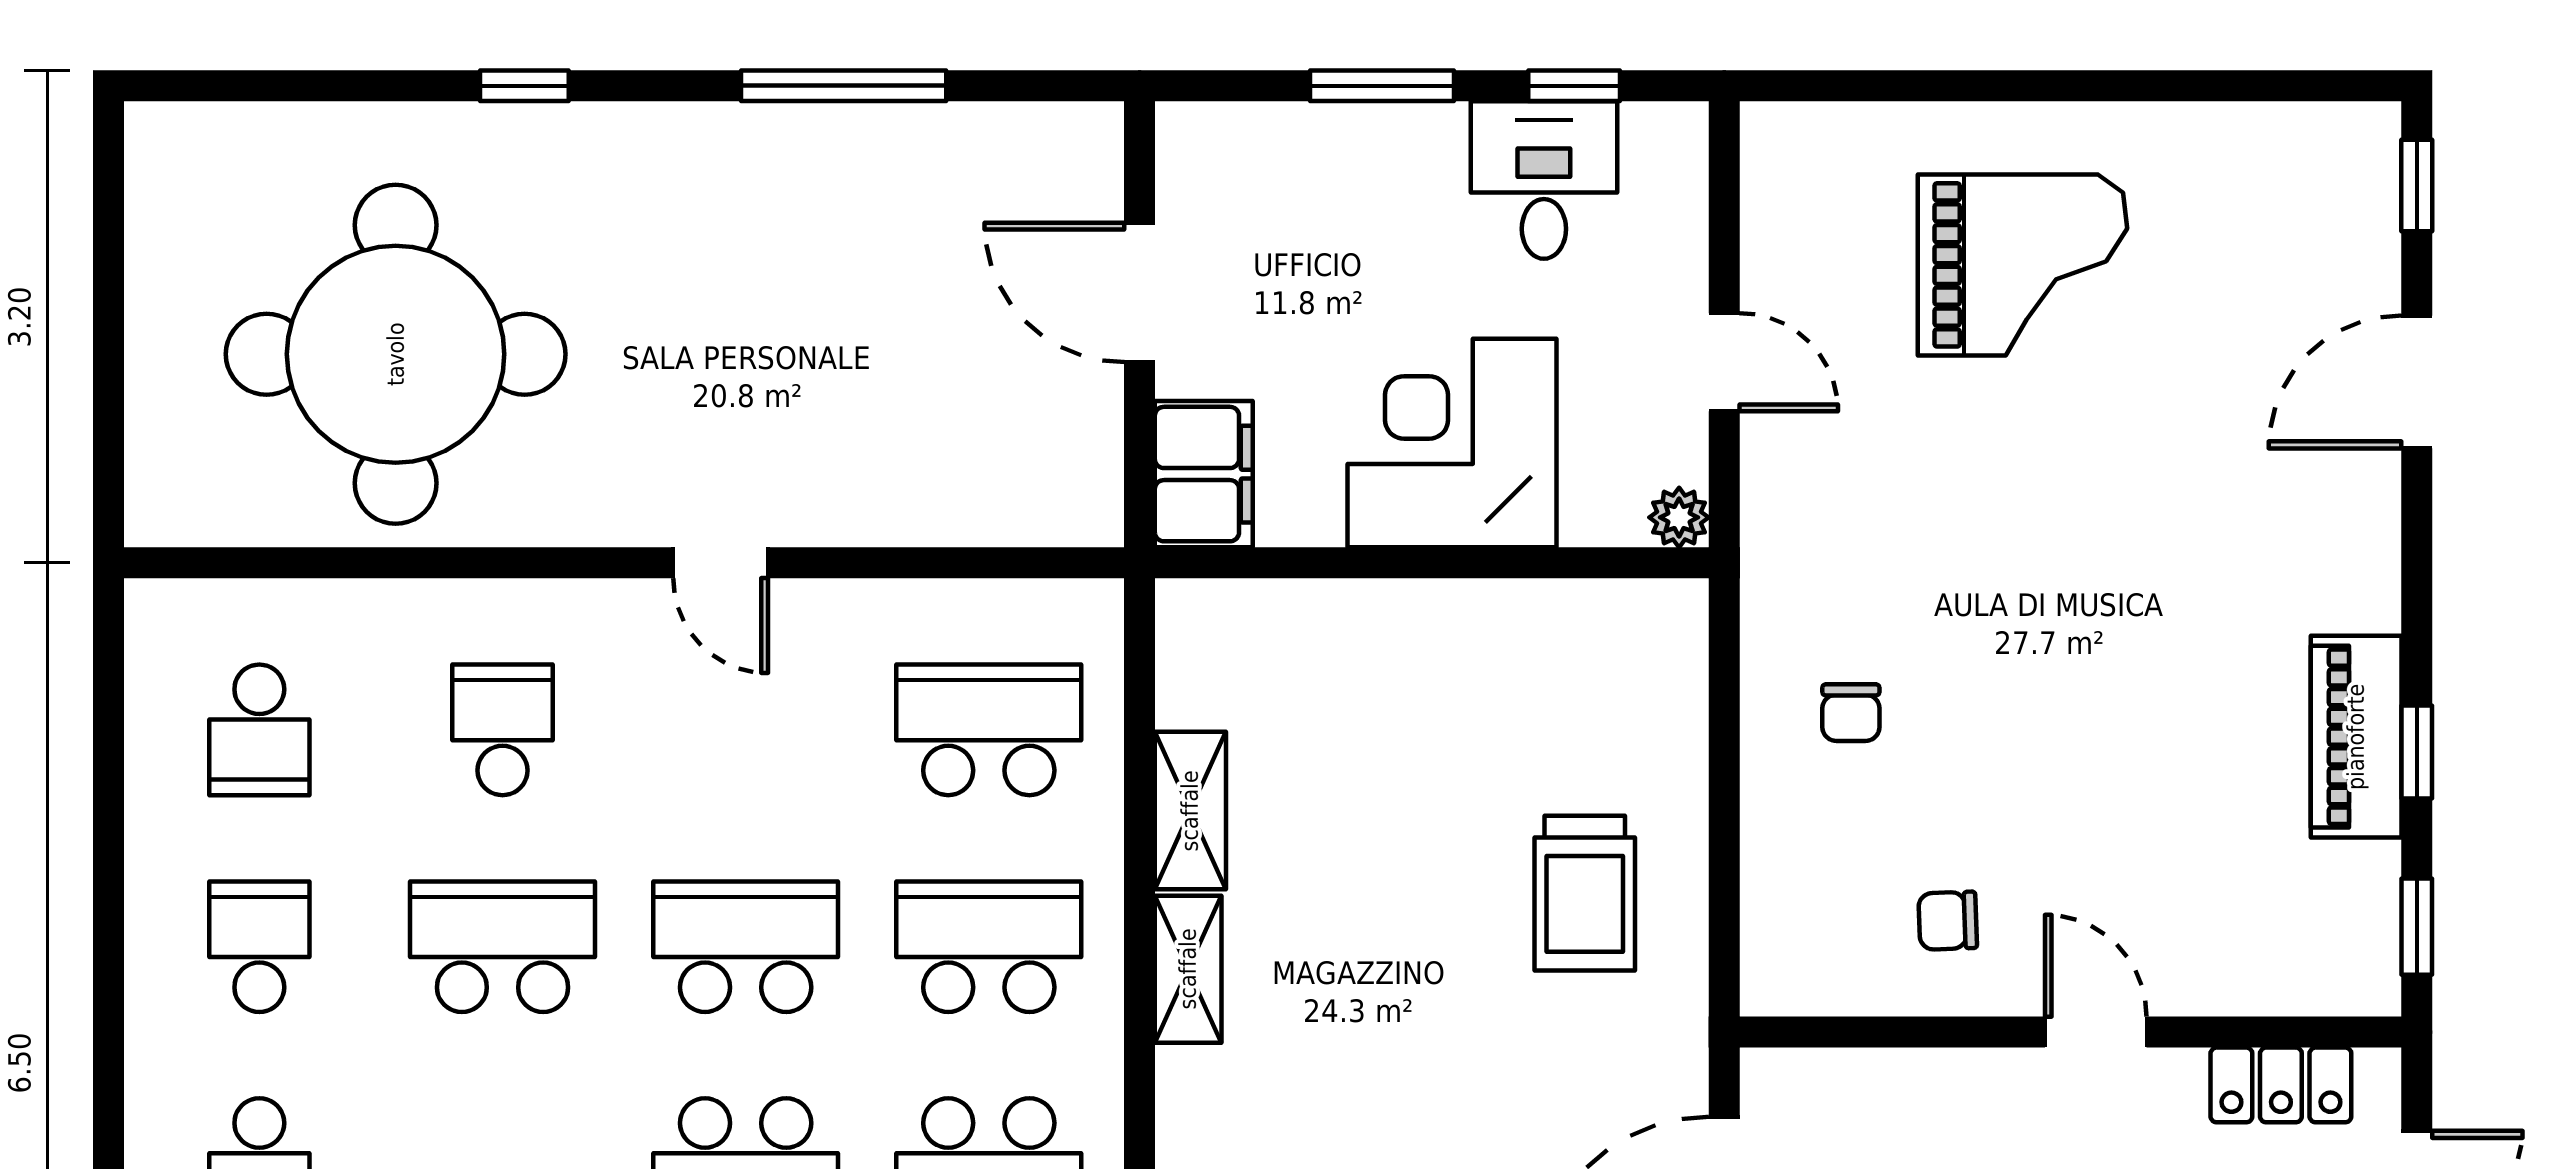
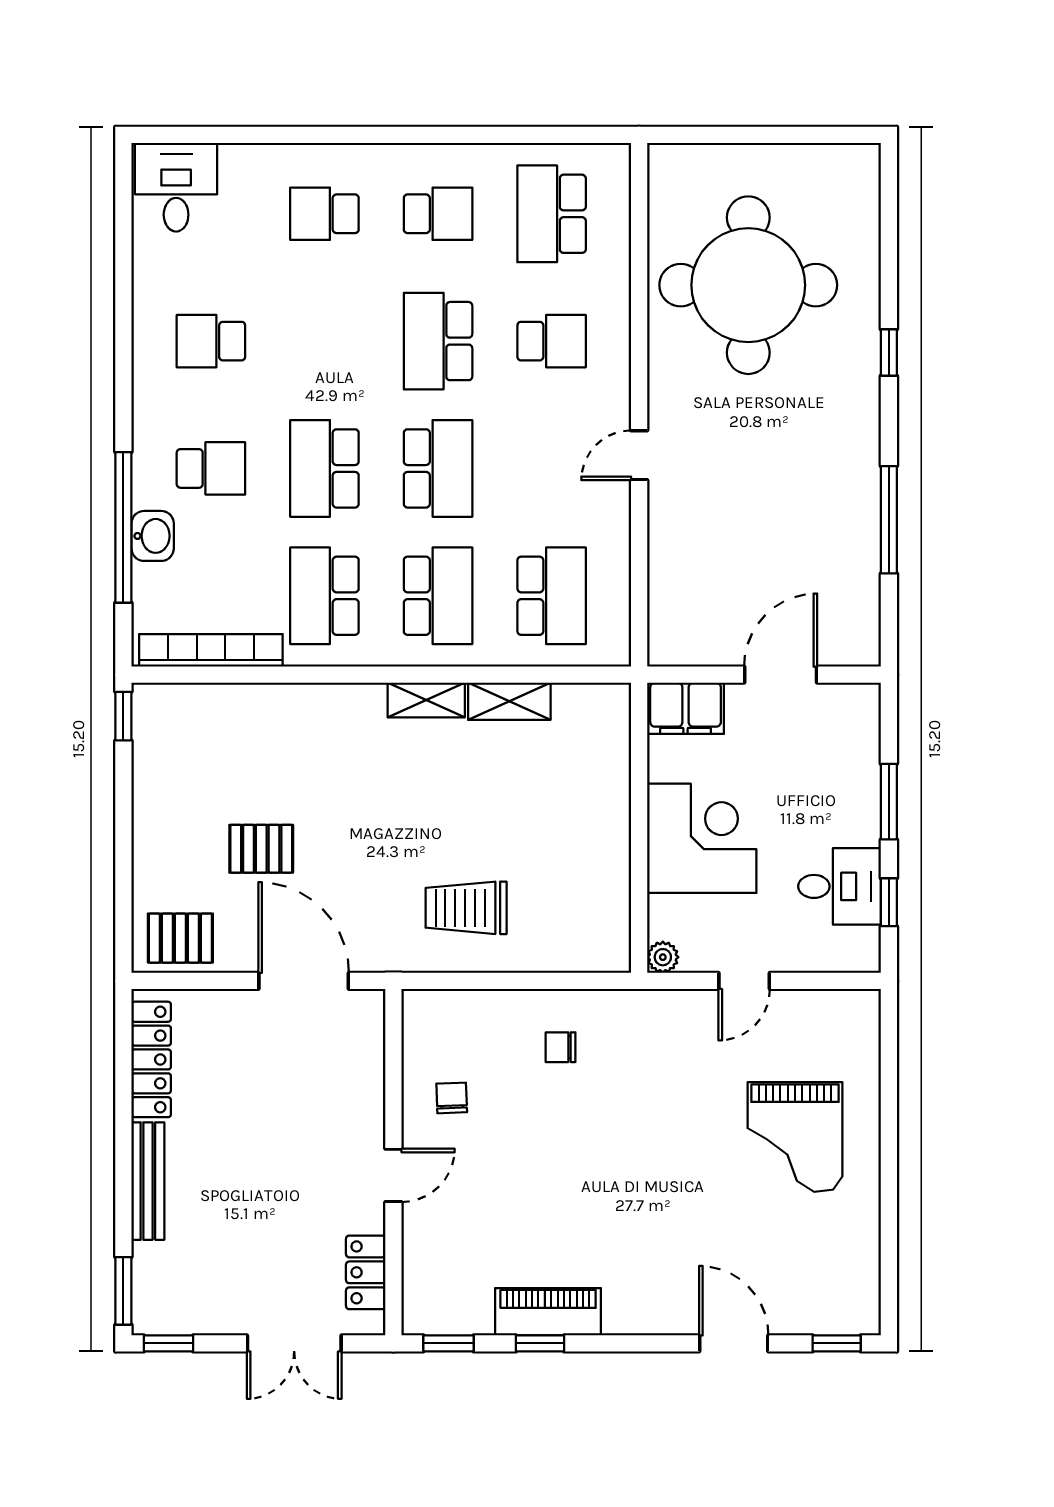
school desk: (259, 730) -> (552, 214), width x1.85
school desk: (503, 947) -> (438, 341), turned 180

